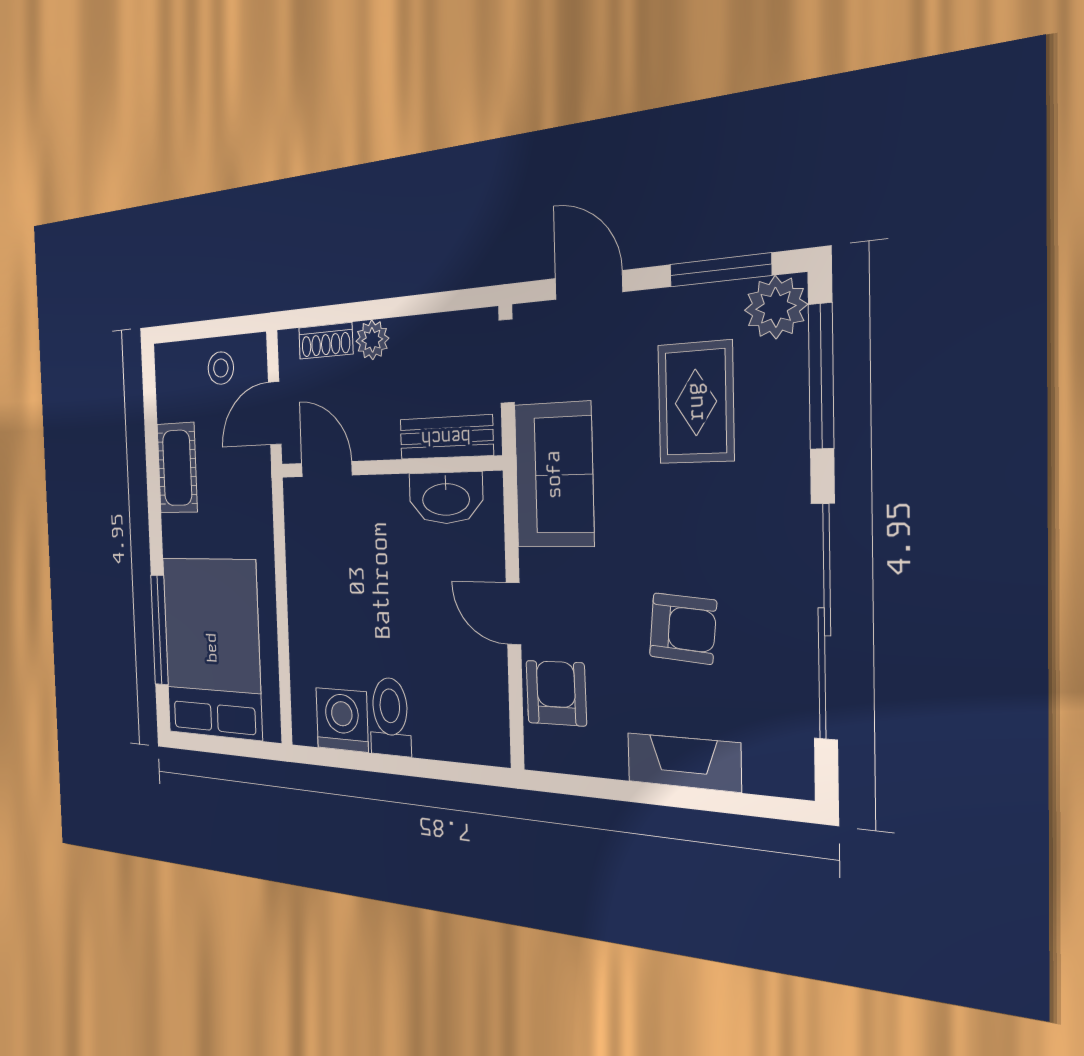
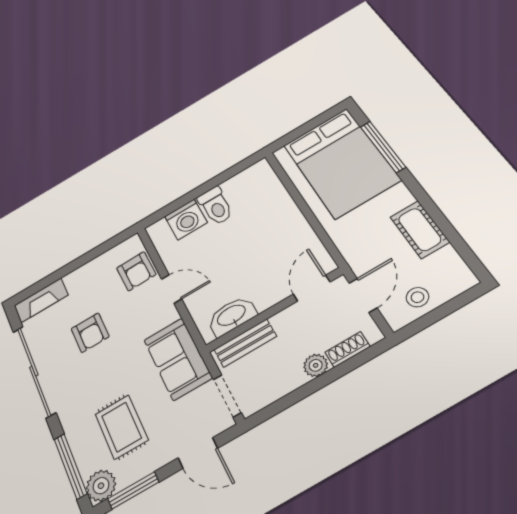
door: (327, 469) -> (312, 288), swing flipped
armchair: (683, 629) -> (90, 333), turned -95
washing machine: (342, 720) -> (186, 219), moved
fireplace: (684, 762) -> (41, 300), moved

